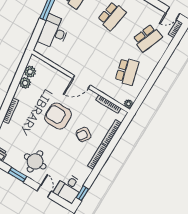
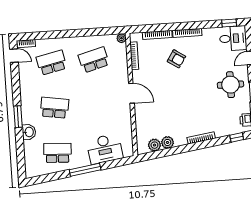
school desk: (147, 38) -> (51, 63), turned -33
armchair: (58, 116) -> (176, 93), removed

